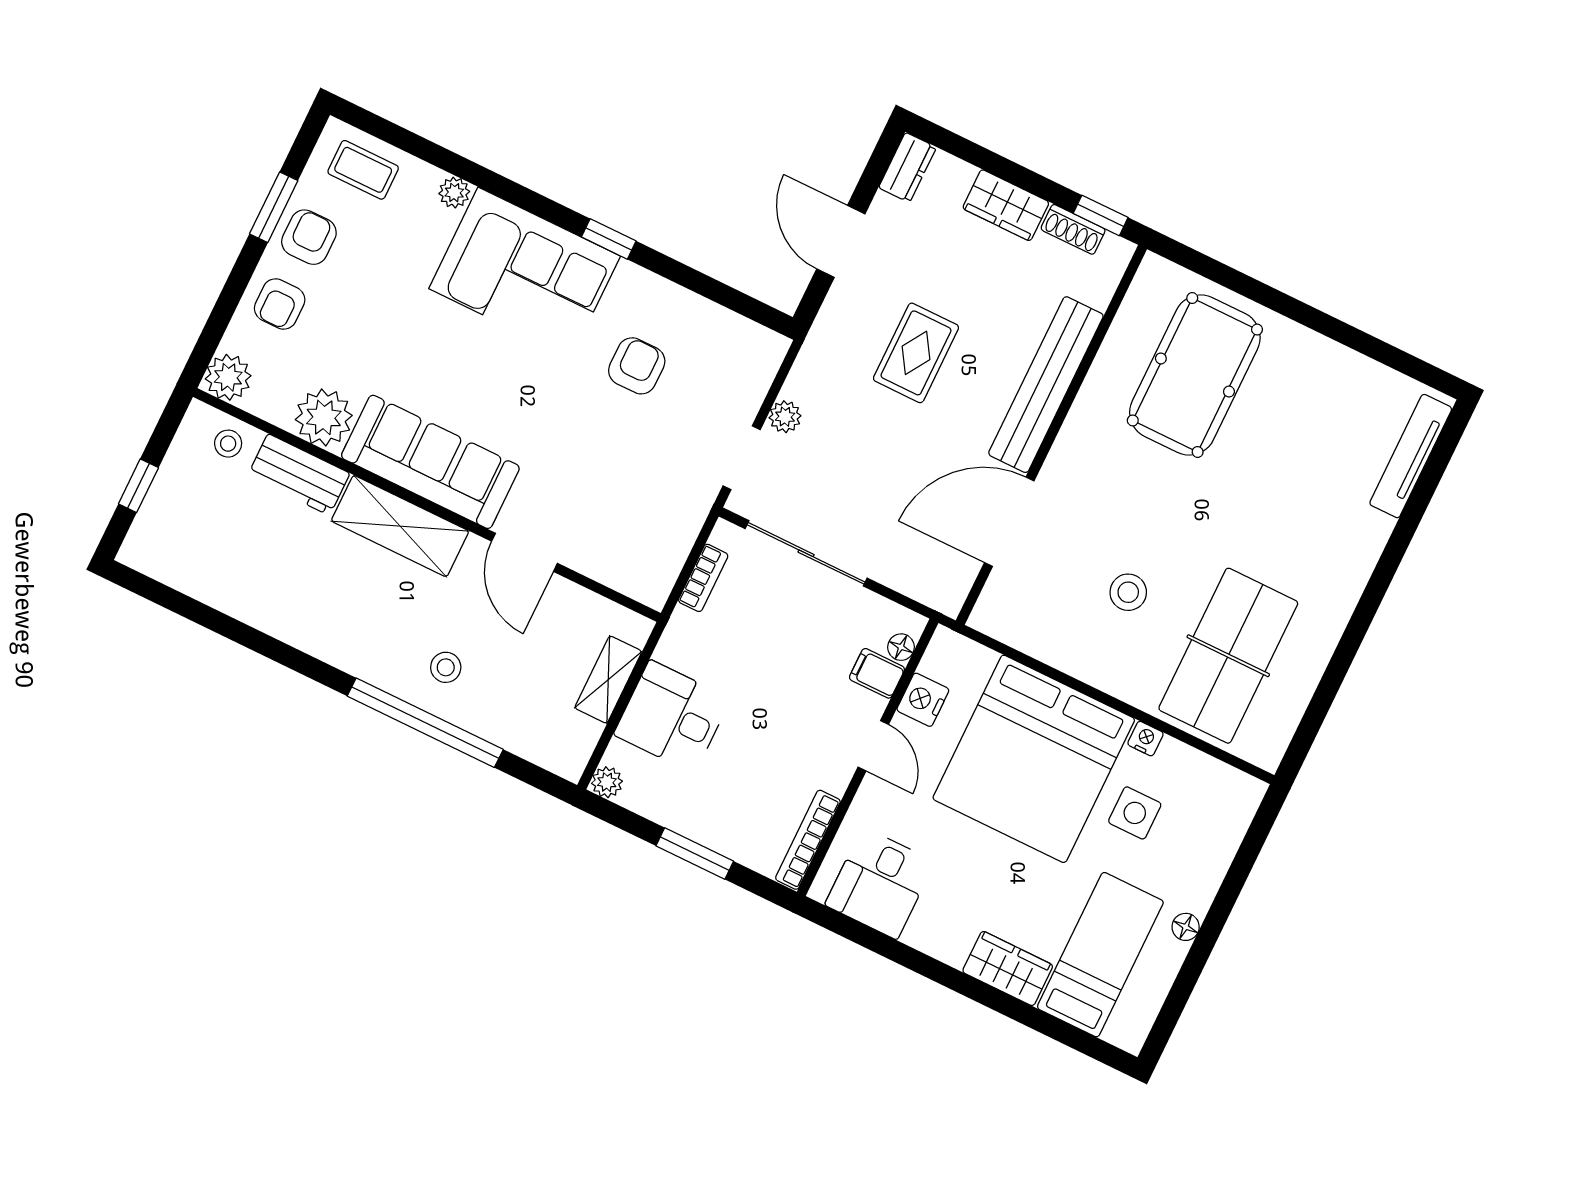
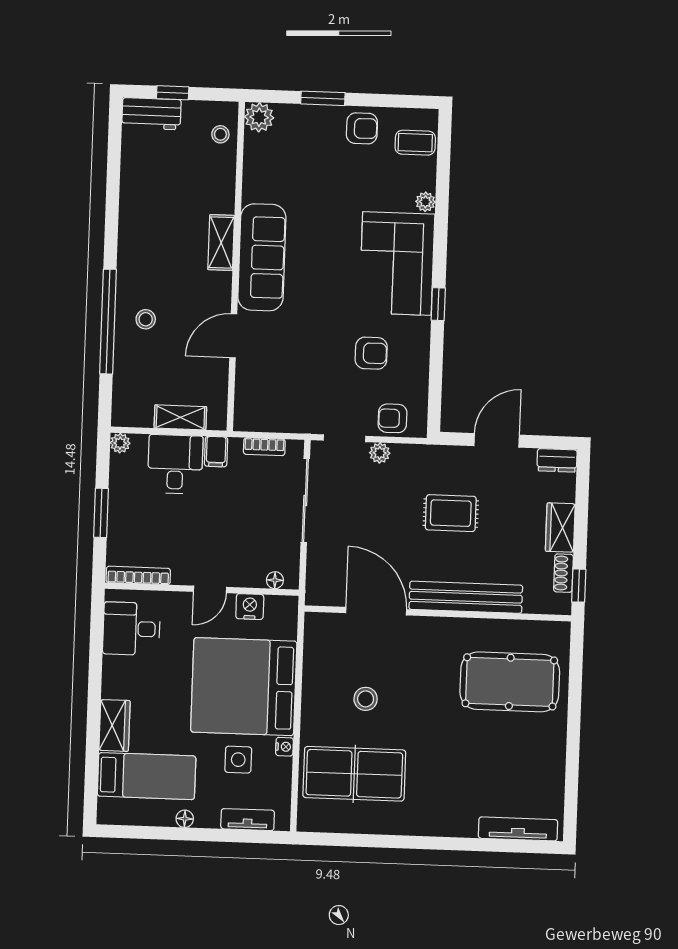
coffee table: (363, 170) -> (415, 143), turned 90
window: (274, 207) -> (323, 98), moved
armchair: (280, 304) -> (393, 418), moved
plant: (324, 417) -> (260, 184), removed
workbench: (299, 474) -> (151, 114), moved, turned -90
shelving: (400, 526) -> (221, 243), width x0.67, depth x0.75
filing cabinet: (877, 673) -> (216, 452), moved, turned 180
tv unit: (1226, 837) -> (248, 820), added

